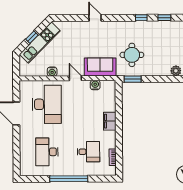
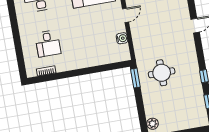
sofa: (100, 67) -> (142, 40), removed
filing cabinet: (110, 121) -> (85, 61), removed
window: (69, 179) -> (15, 27), removed

